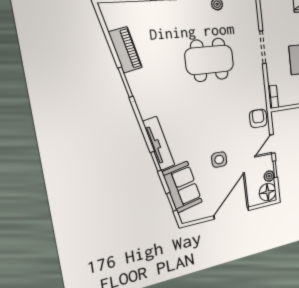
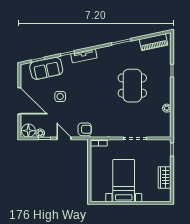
piano: (125, 50) -> (154, 42), moved
dining table: (209, 60) -> (132, 86), moved
tv unit: (159, 143) -> (84, 56), width x0.71

